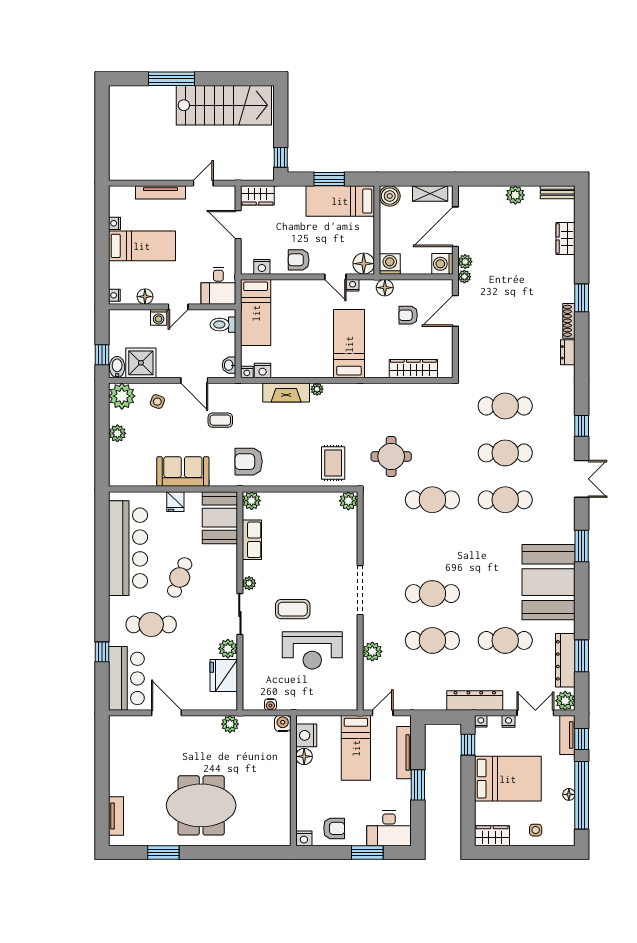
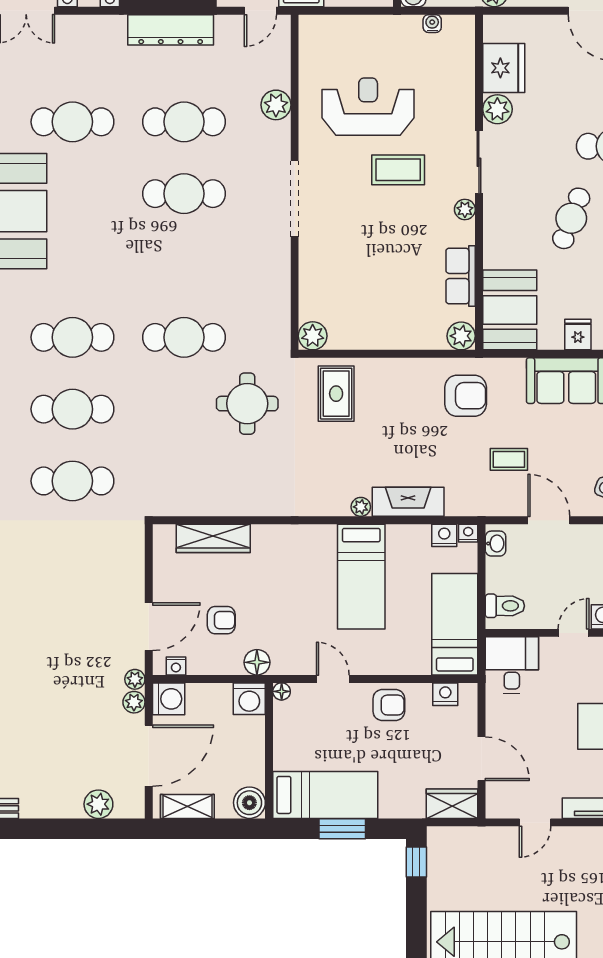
plant: (515, 195) -> (98, 804), moved
floor lamp: (364, 264) -> (282, 691), width x0.53, depth x0.53
nightstand: (353, 285) -> (176, 666), moved
bed: (349, 344) -> (361, 577), moved
dresser: (475, 700) -> (171, 30), moved

